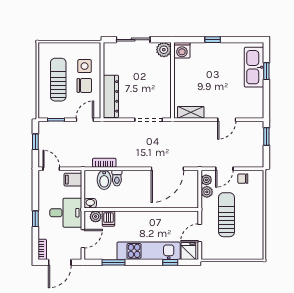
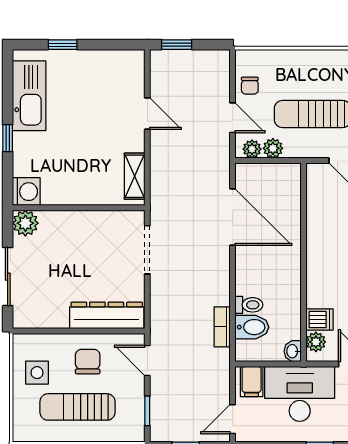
side table: (85, 66) -> (37, 373), moved
kitchen sink: (254, 67) -> (29, 96), moved, turned -90
desk: (66, 213) -> (300, 394), width x1.37

